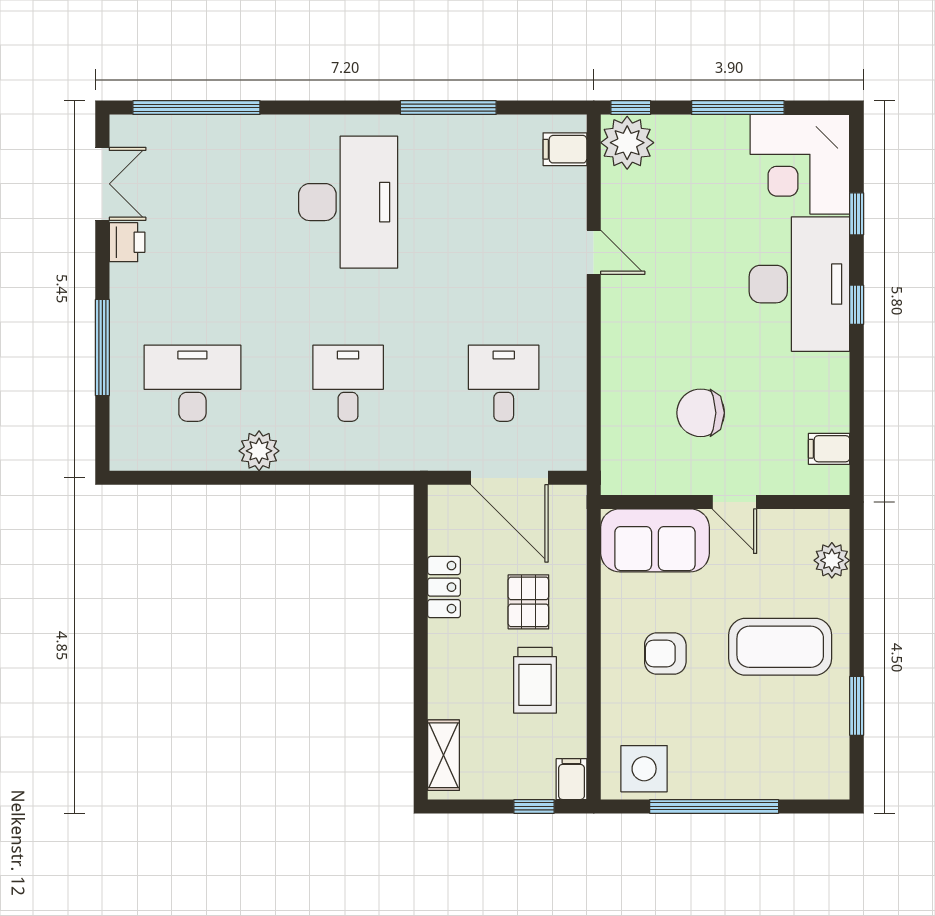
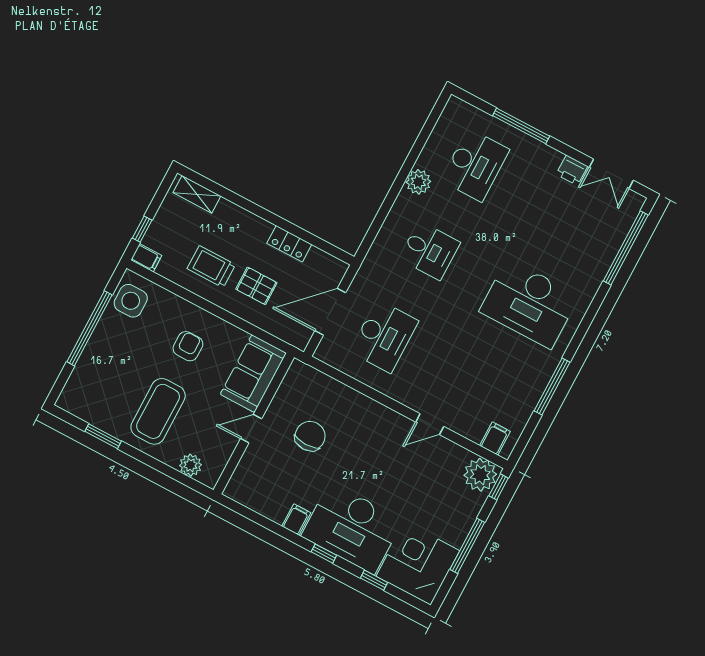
desk: (504, 383) -> (384, 336), width x1.37
filing cabinet: (829, 449) -> (296, 519), moved

